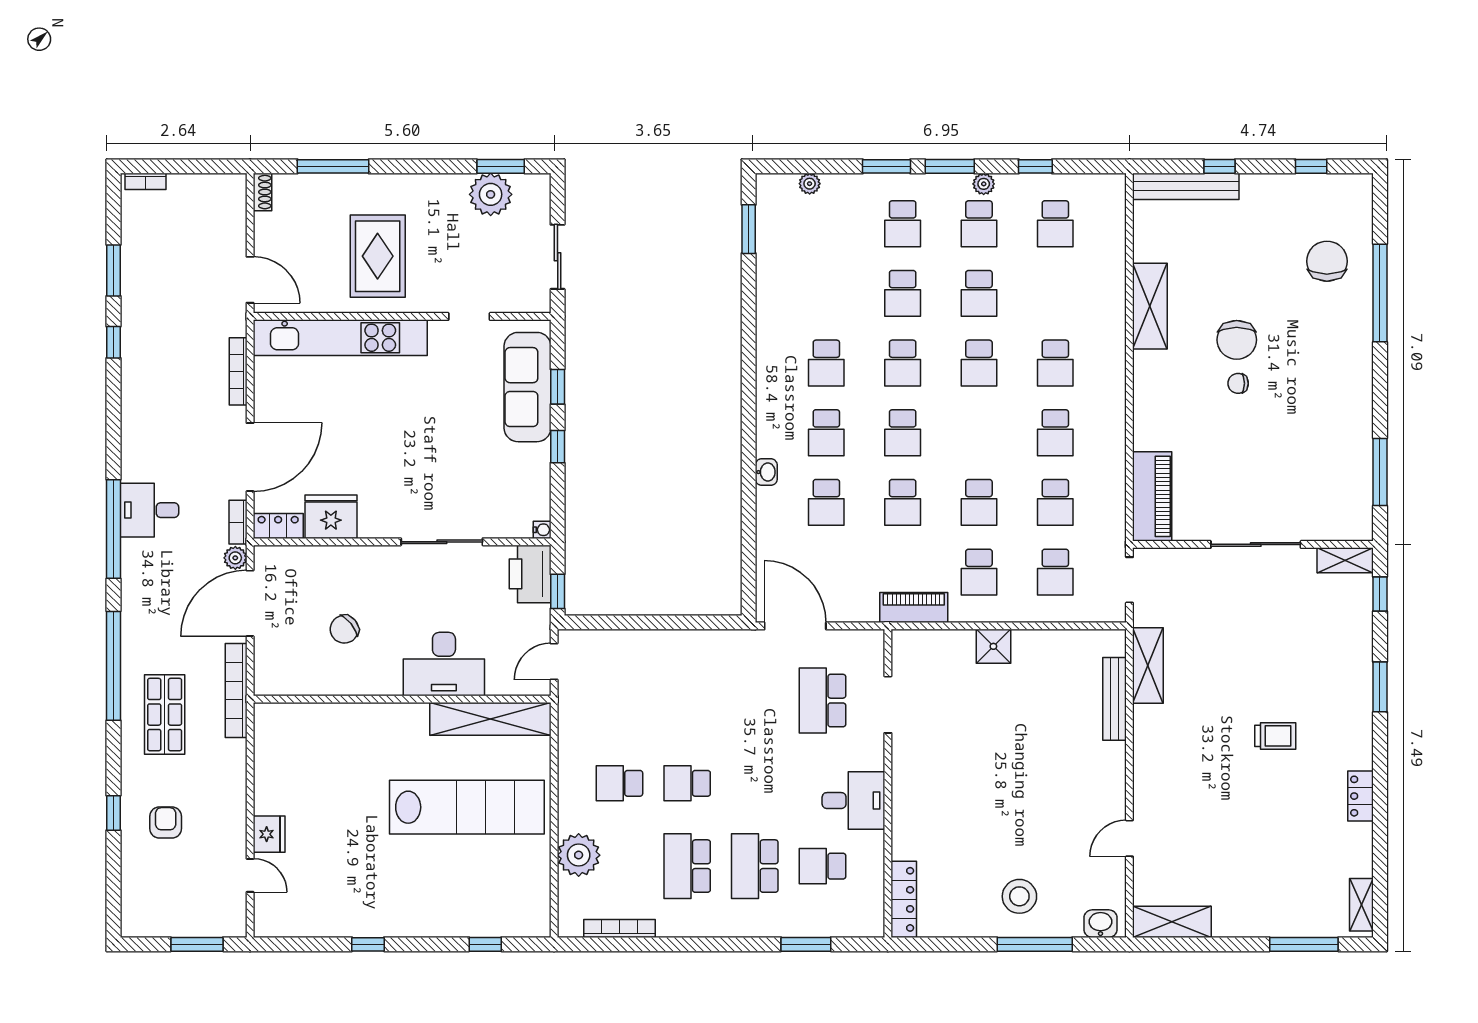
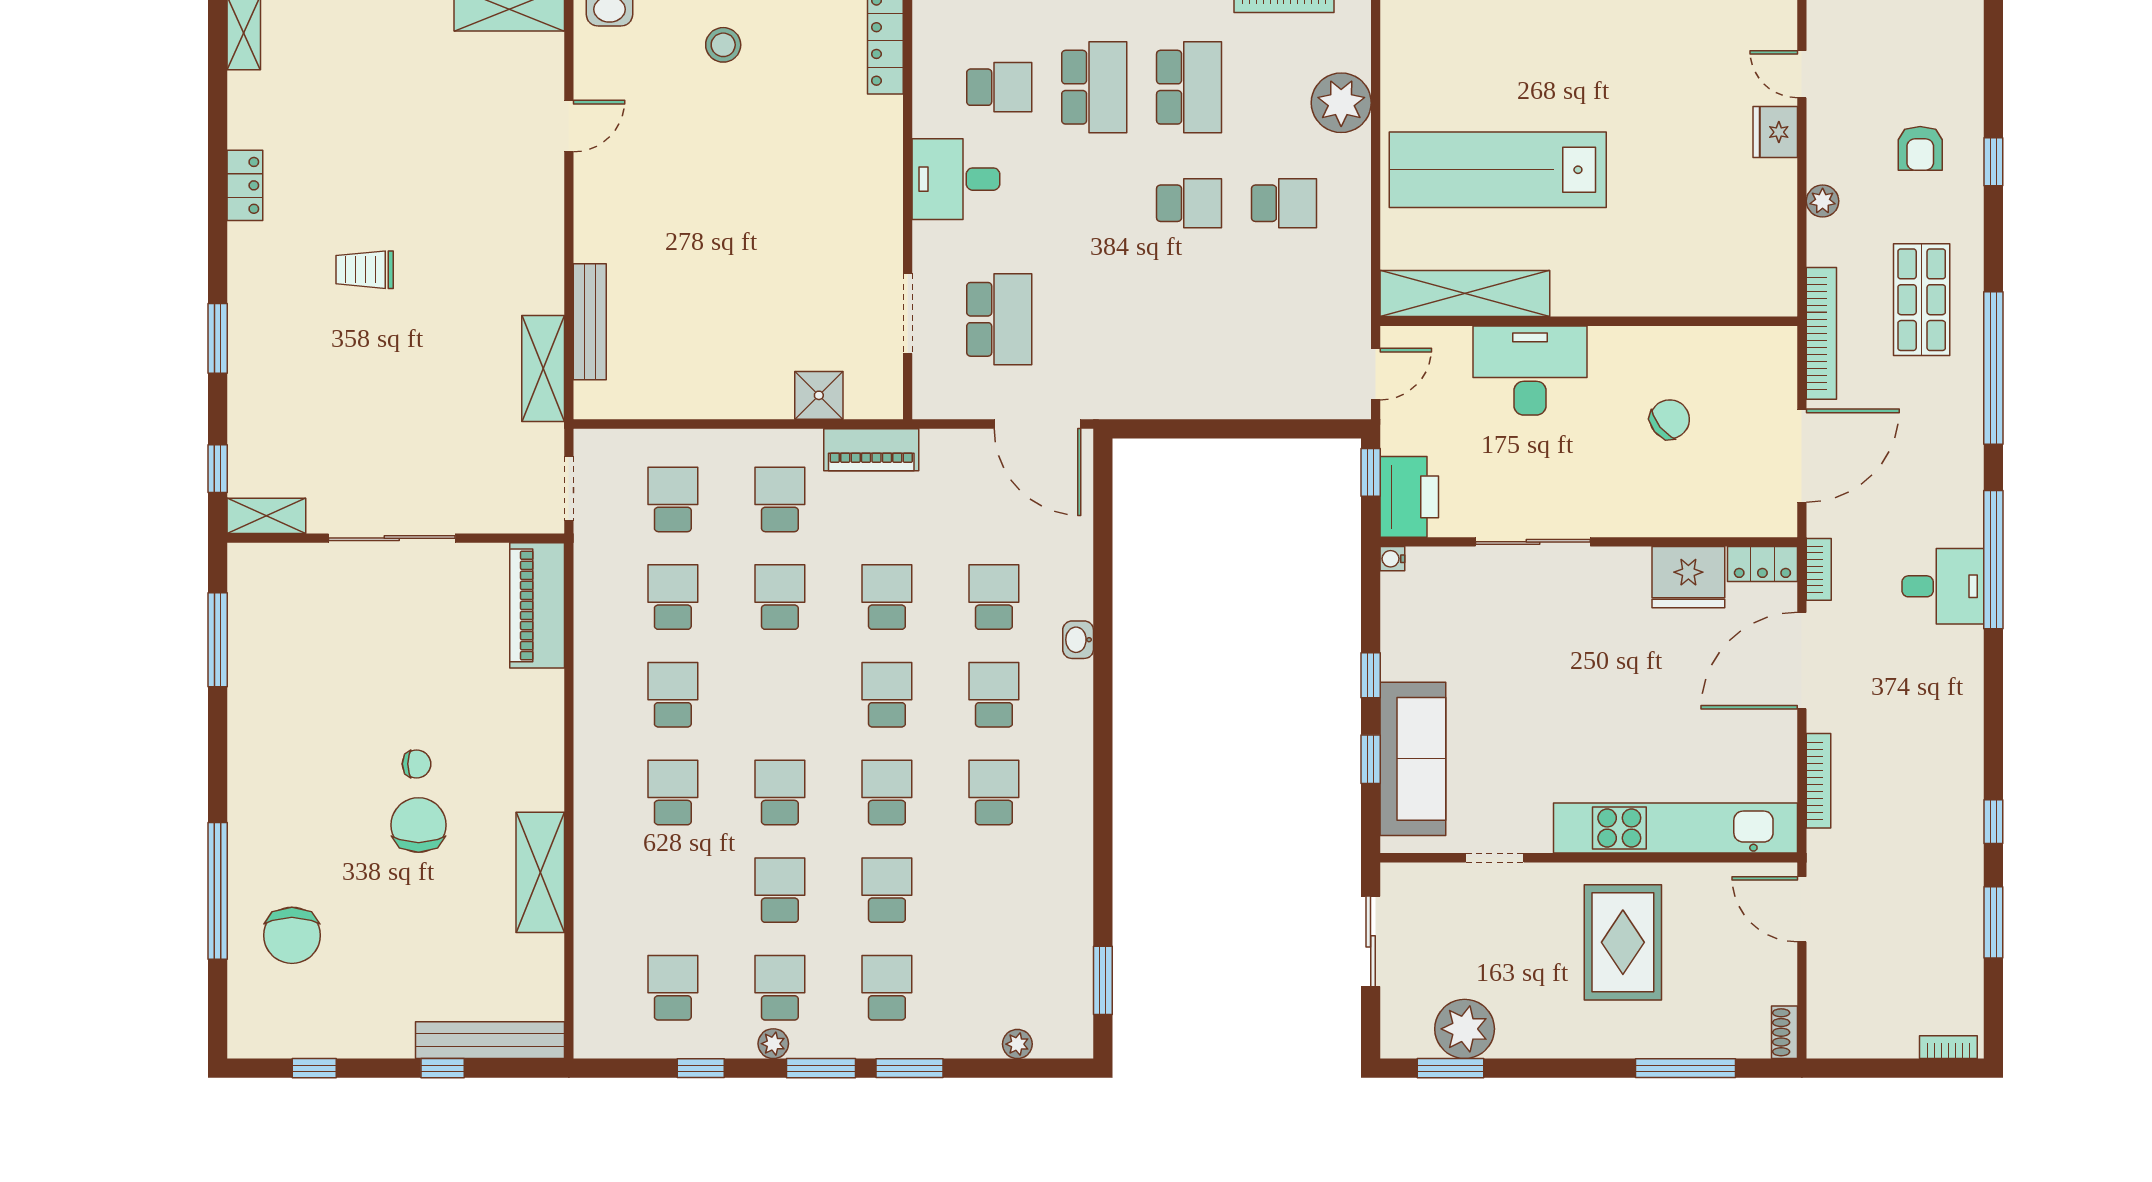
plant: (235, 558) -> (1823, 201), moved
shower: (993, 646) -> (819, 395), moved
stool: (1019, 896) -> (723, 45), width x0.73, depth x0.73

